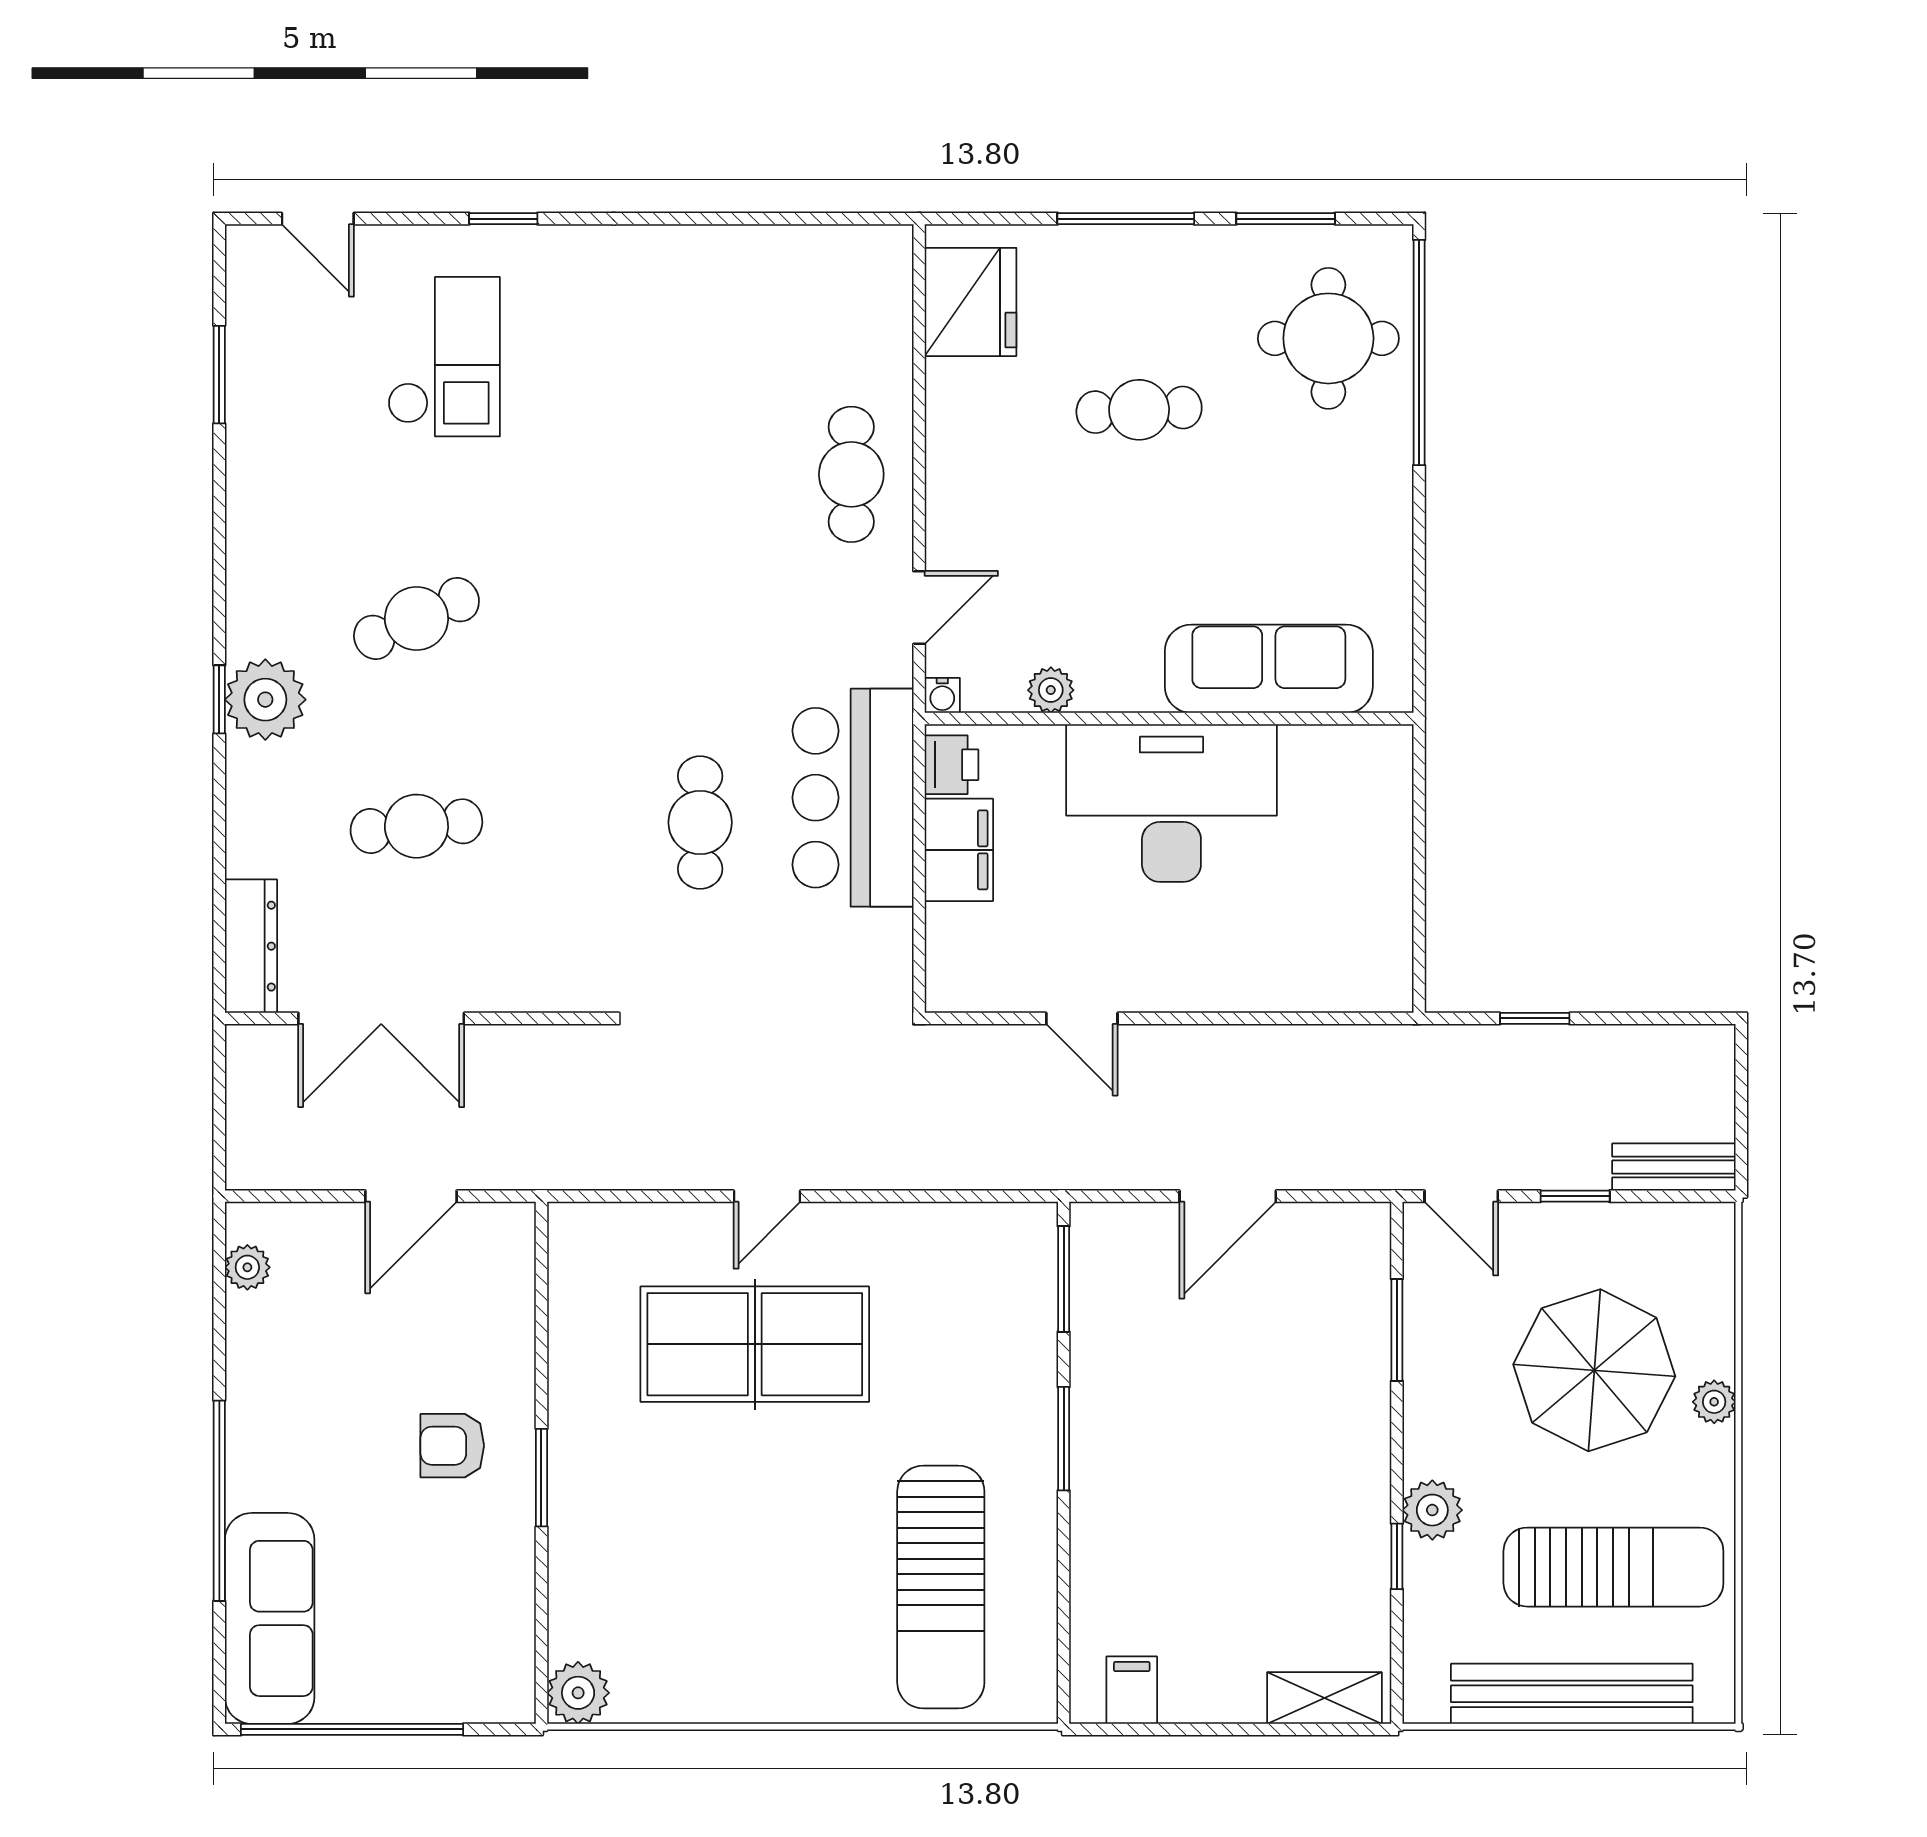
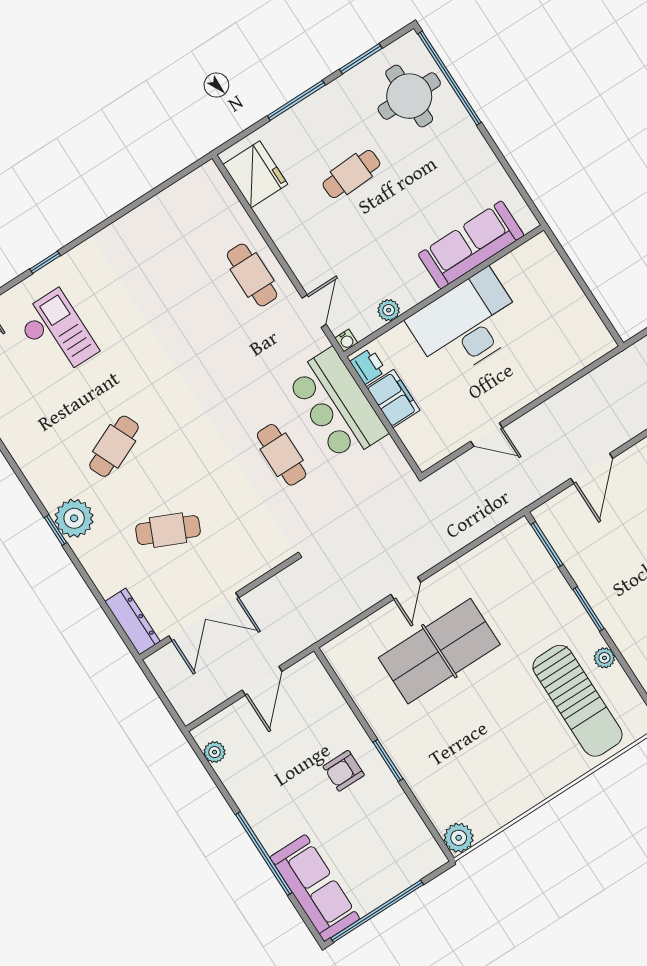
cafe table: (416, 826) -> (168, 530), turned 30
plant: (1036, 1542) -> (604, 658), added

